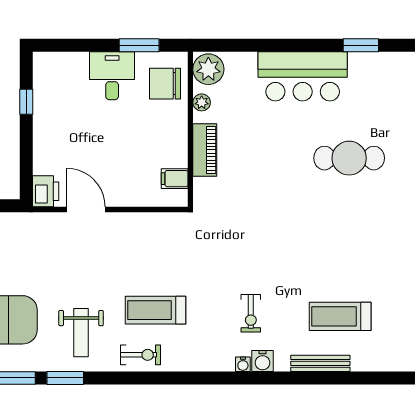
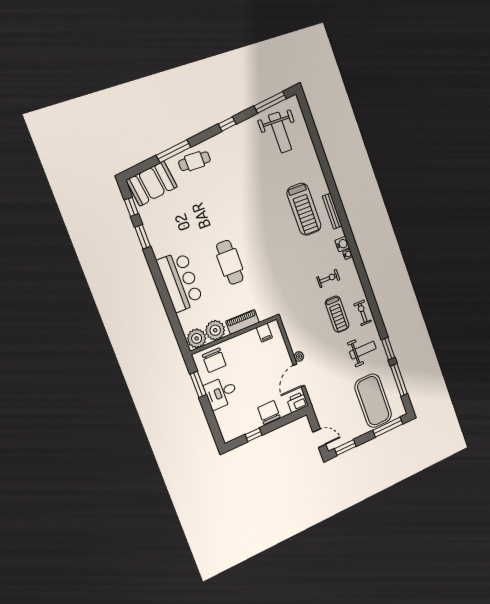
window: (361, 45) -> (143, 237), moved
plant: (202, 102) -> (215, 330), width x1.87, depth x1.87
chair: (50, 139) -> (269, 412), added
cafe table: (349, 158) -> (230, 262), moved
plant: (115, 221) -> (299, 357), added
exercise bike: (251, 313) -> (328, 278), moved
treadmill: (340, 316) -> (304, 209), width x1.37, depth x1.38

